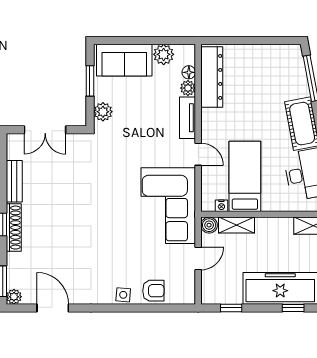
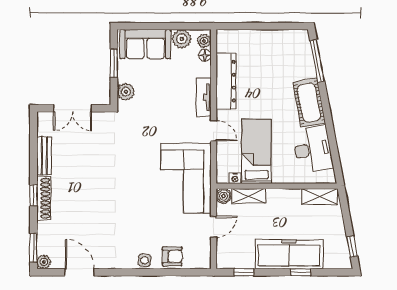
dresser: (212, 77) -> (226, 81), moved
plant: (188, 88) -> (204, 41), moved

